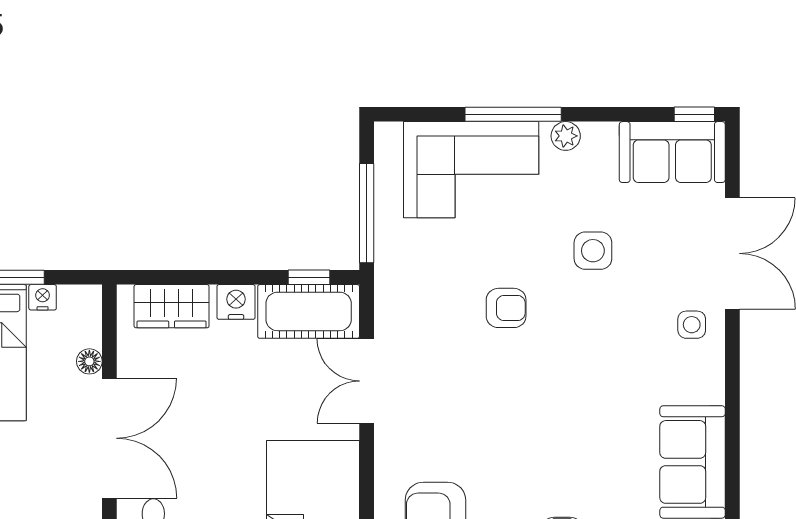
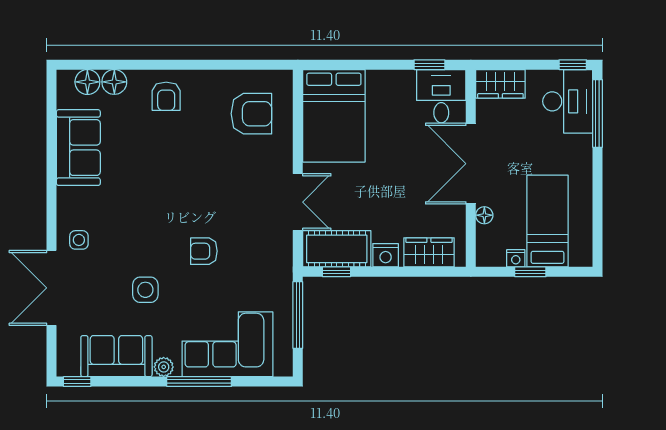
sofa: (672, 152) -> (116, 356), moved

